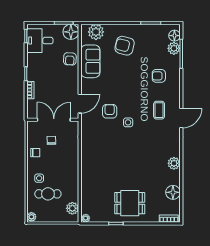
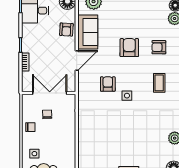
armchair: (125, 46) -> (129, 48), moved, turned 76
door: (80, 104) -> (77, 60), moved

